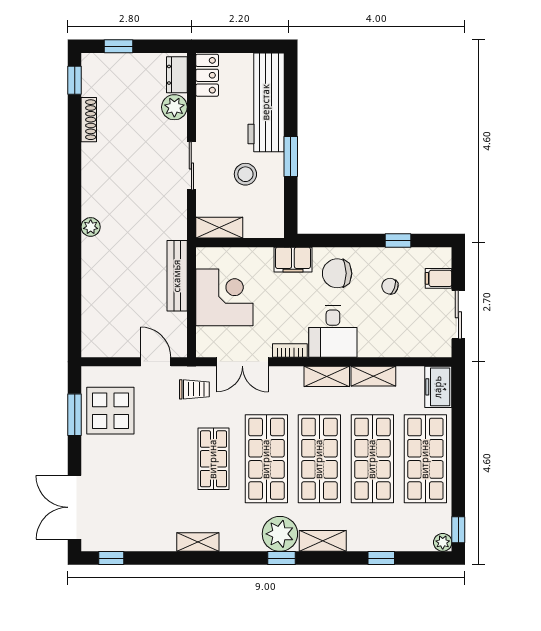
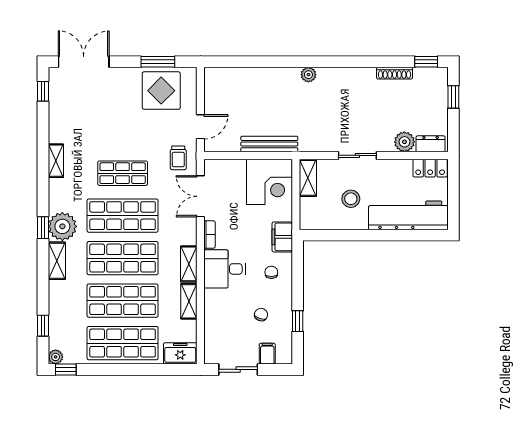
window: (291, 157) -> (365, 235), removed
chair: (337, 273) -> (271, 272), width x0.54, depth x0.54
corner desk: (224, 297) -> (269, 182), moved
window: (381, 558) -> (43, 326), moved

